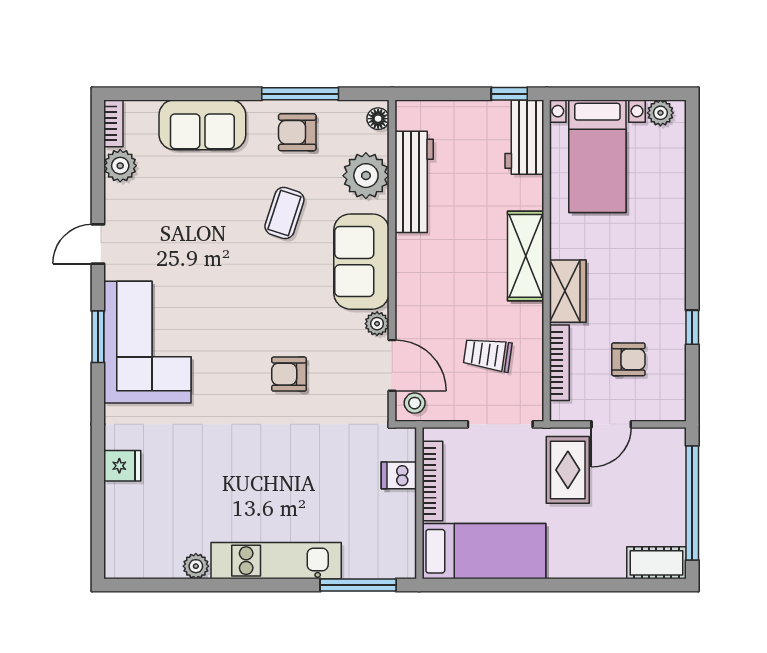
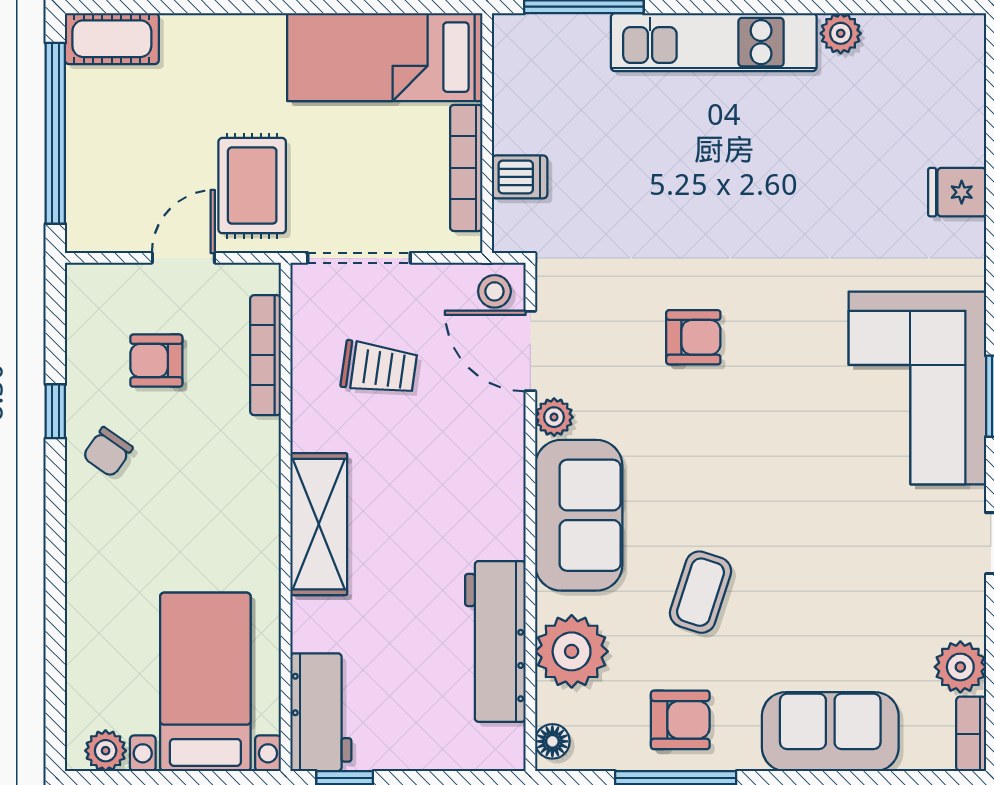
wardrobe: (568, 291) -> (252, 468), removed
chair: (659, 302) -> (108, 452), added

